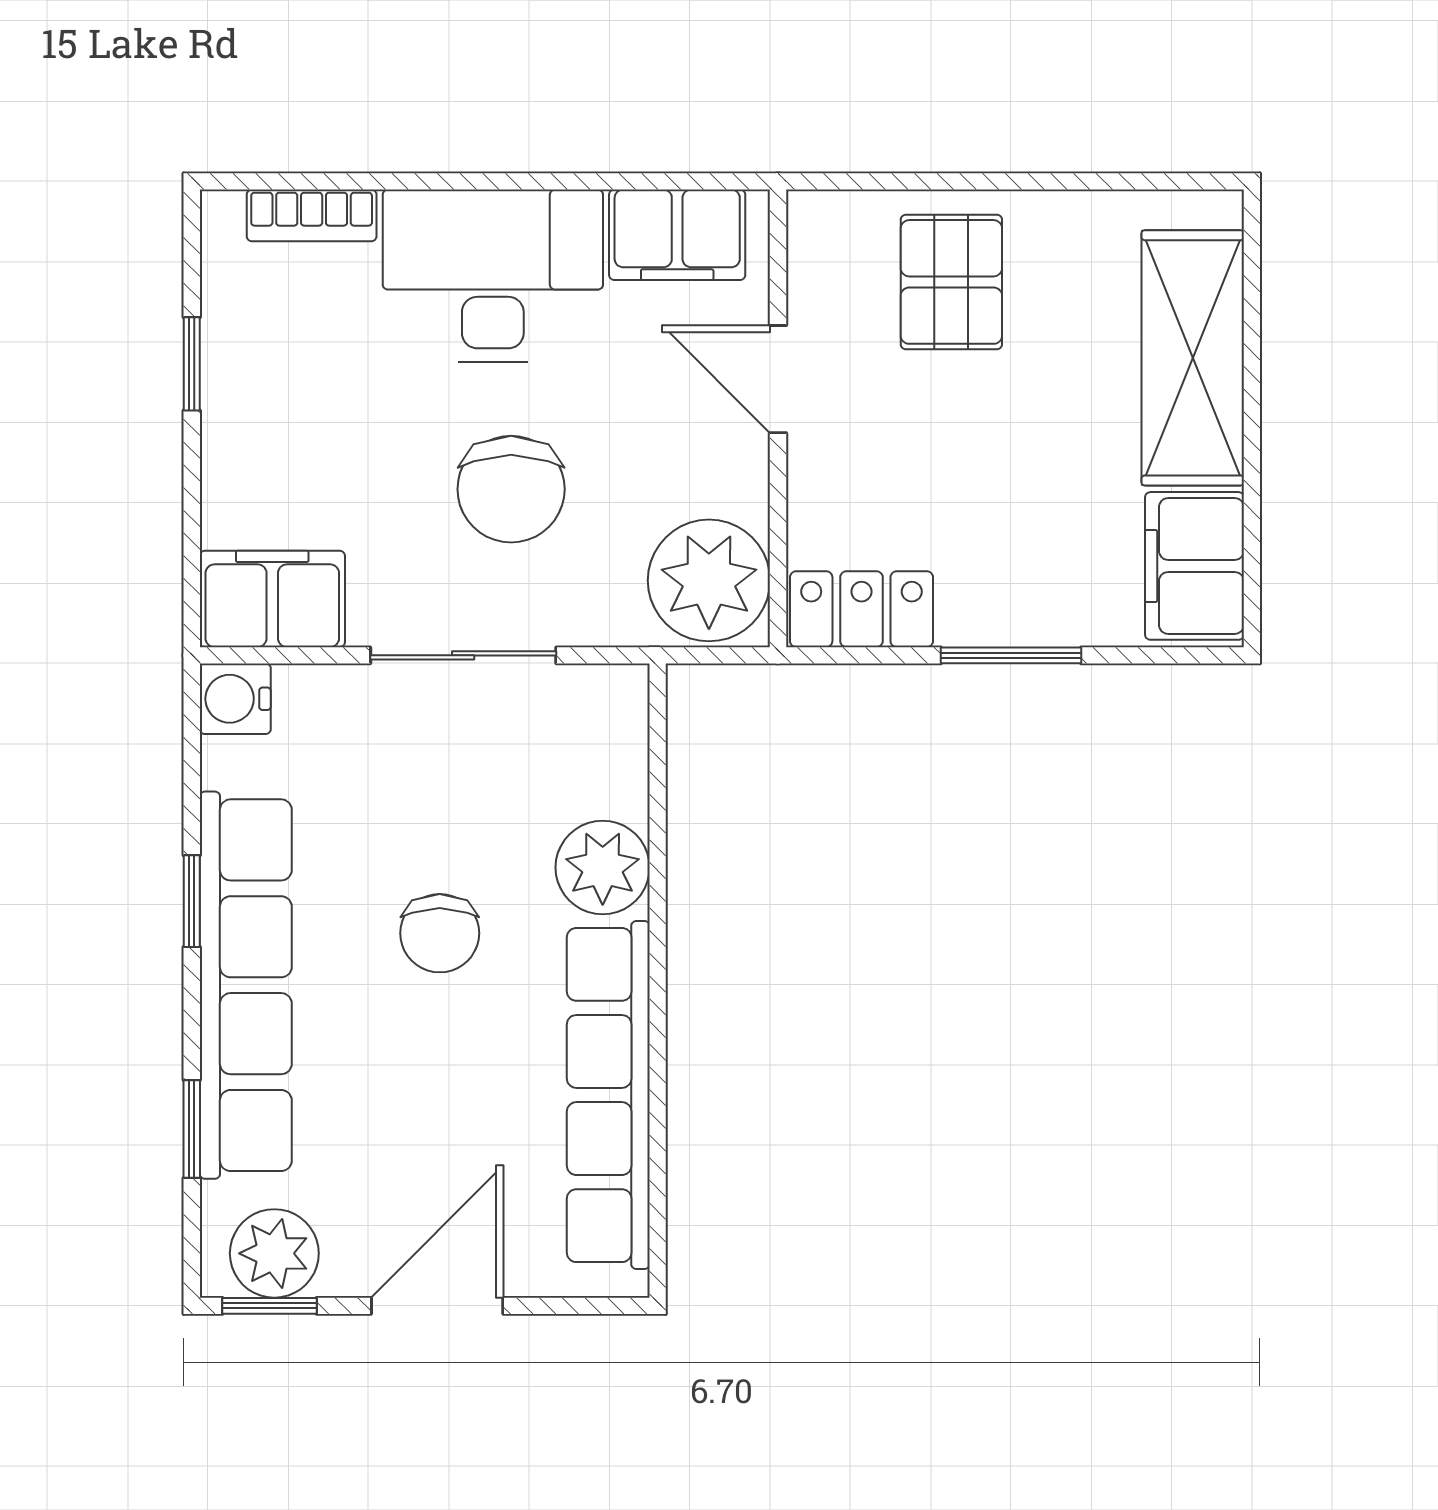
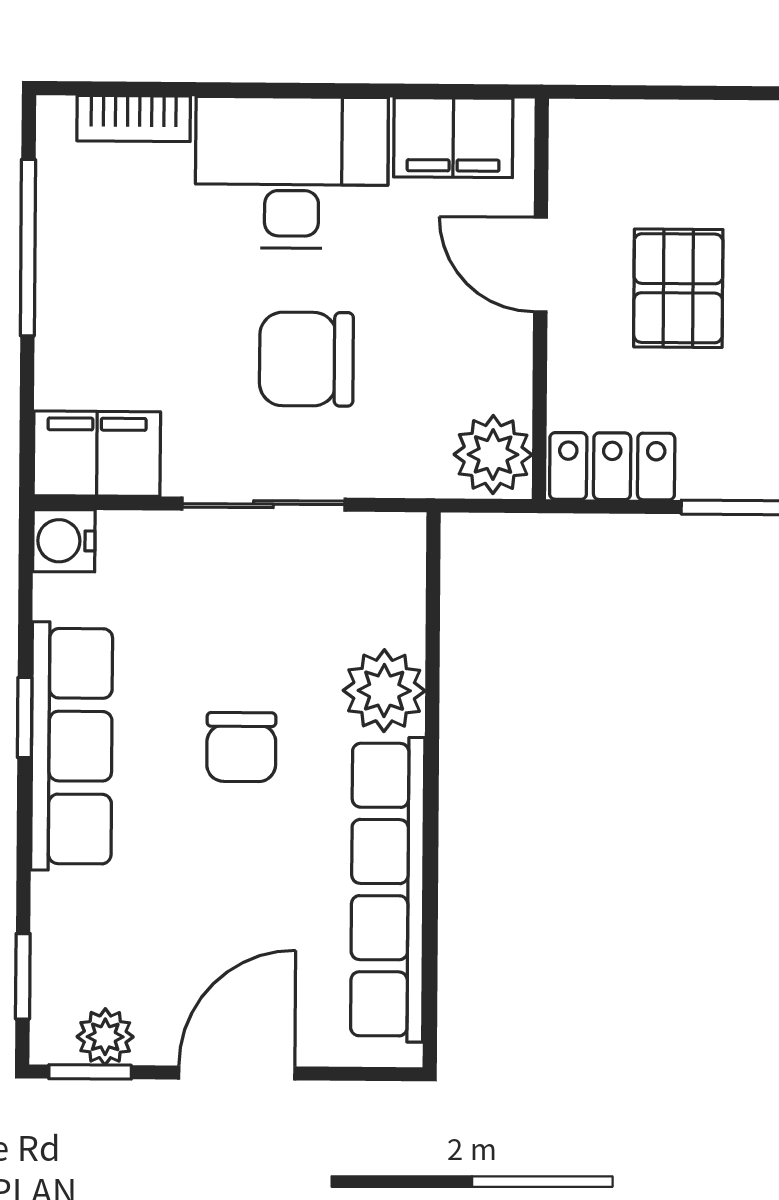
pallet: (951, 282) -> (678, 288), moved
window: (192, 364) -> (28, 248), width x2.17
chair: (511, 489) -> (306, 359), turned 90
plant: (709, 580) -> (493, 455), width x0.73, depth x0.73
row of seats: (246, 985) -> (72, 746), width x0.73
window: (192, 1129) -> (23, 976), moved
plant: (274, 1253) -> (105, 1037), width x0.73, depth x0.73

